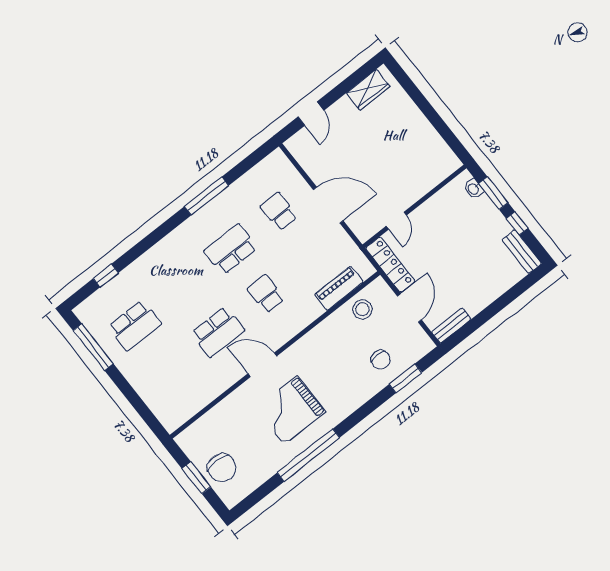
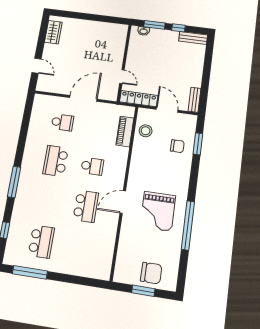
window: (207, 196) -> (14, 182), moved
school desk: (279, 211) -> (62, 122), turned 180
school desk: (266, 294) -> (92, 166), turned 180

